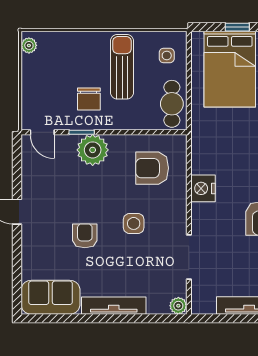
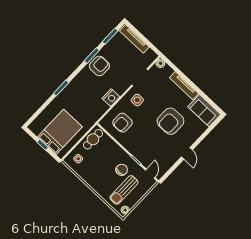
sun lounger: (122, 67) -> (124, 190), moved
plant: (93, 150) -> (138, 150), removed
armchair: (152, 168) -> (122, 123), turned 90
side table: (134, 223) -> (137, 100), moved
armchair: (85, 236) -> (170, 121), width x1.88, depth x1.88

